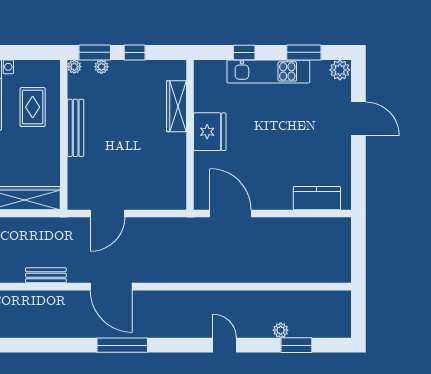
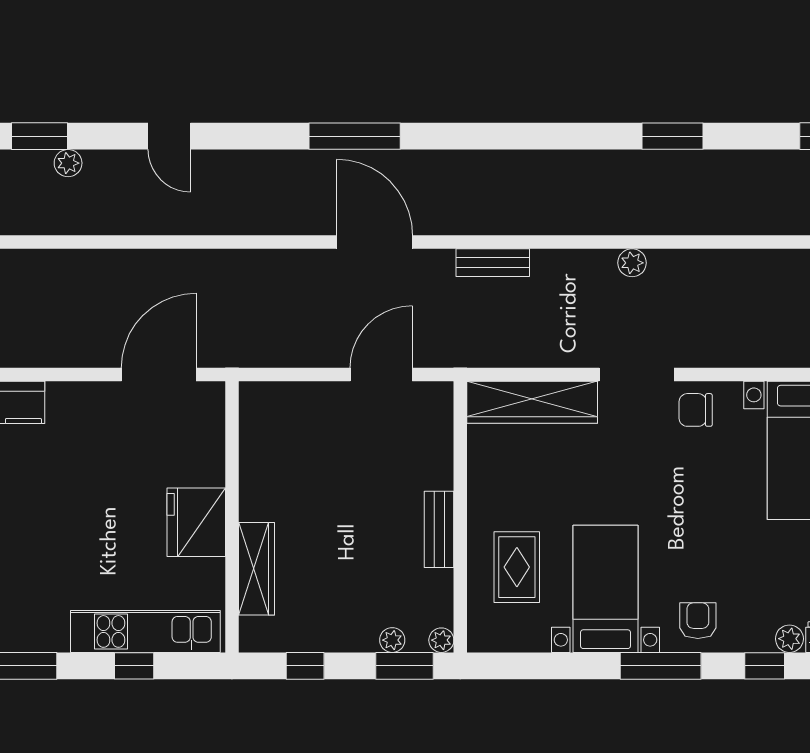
window: (135, 52) -> (305, 666), moved
kitchen unit: (268, 71) -> (145, 631), moved
bench: (76, 128) -> (439, 529), width x0.73
door: (230, 213) -> (159, 374), swing flipped

